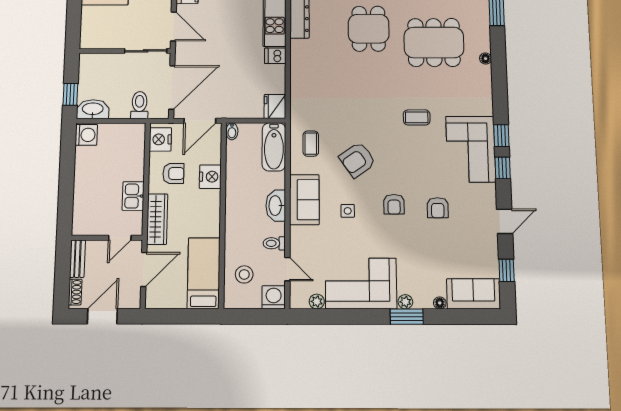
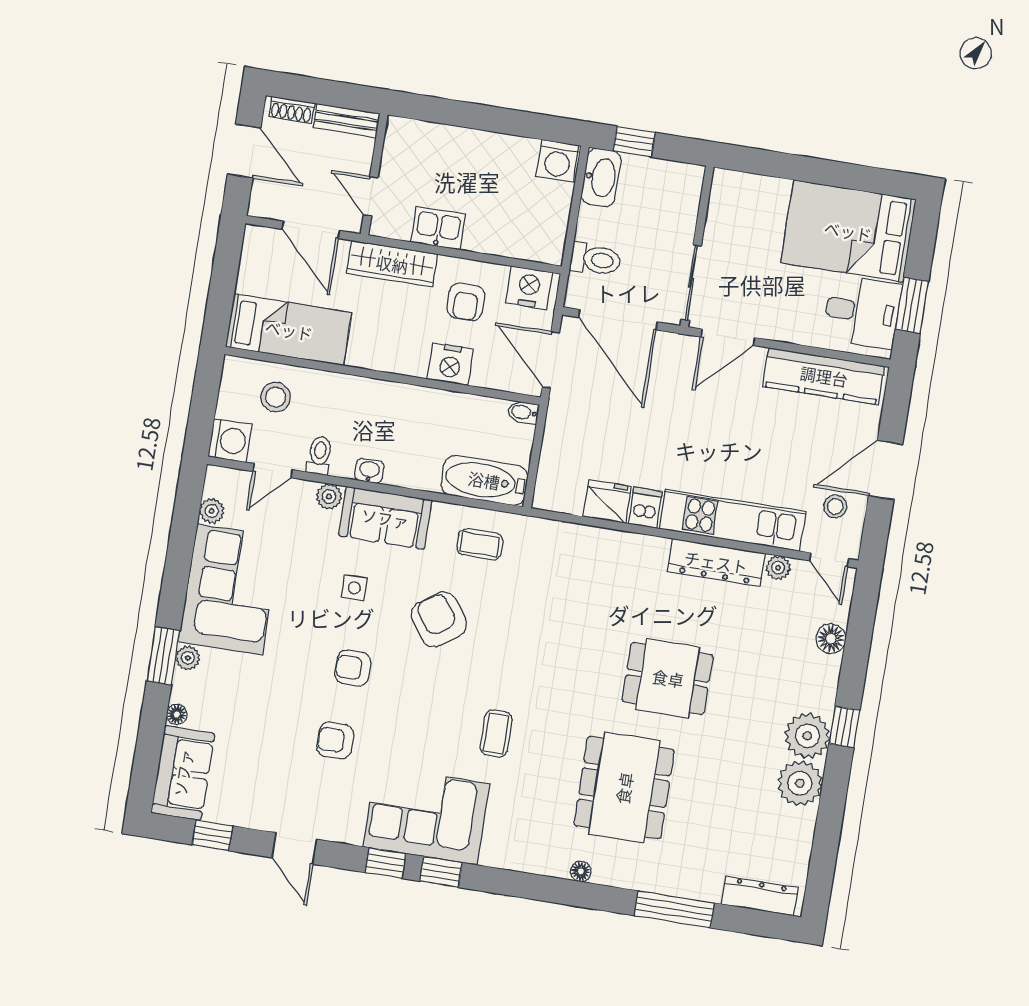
fridge: (275, 106) -> (607, 502), moved
washbasin: (276, 206) -> (369, 471), width x0.52, depth x0.69
plant: (297, 234) -> (329, 497), added

